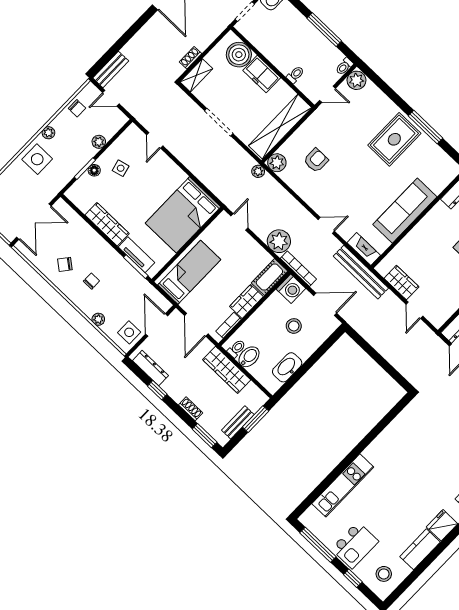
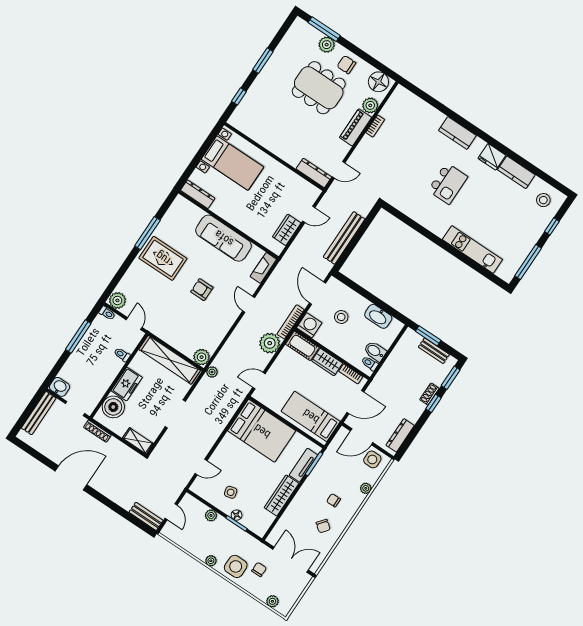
shoe rack: (190, 58) -> (97, 431), moved, width x1.43
chair: (77, 108) -> (259, 569), moved
armchair: (316, 160) -> (202, 290), moved
bench: (361, 272) -> (344, 238), moved
wardrobe: (227, 370) -> (390, 369), removed
window: (157, 390) -> (433, 403), moved
kitchen island: (355, 545) -> (448, 184), moved, turned 90

